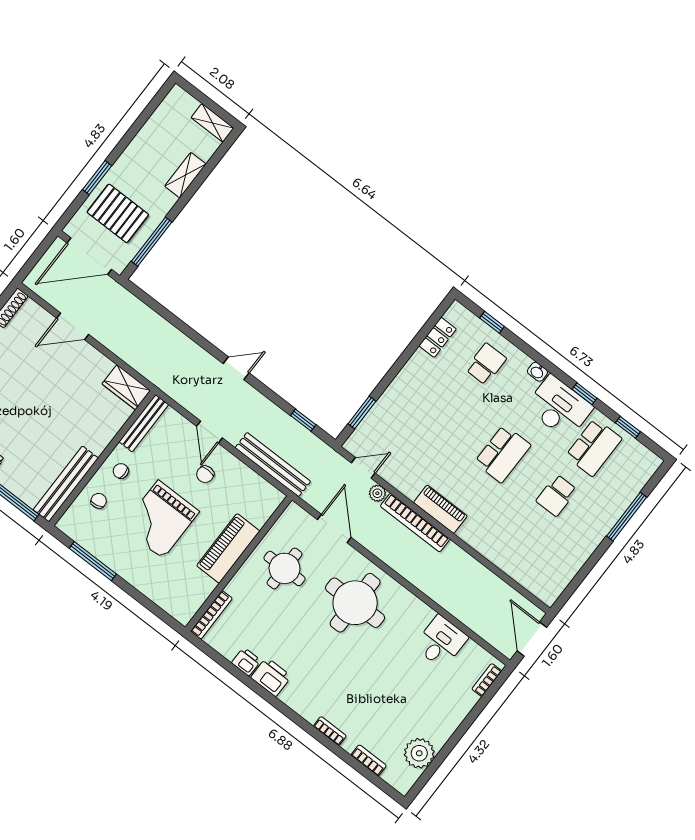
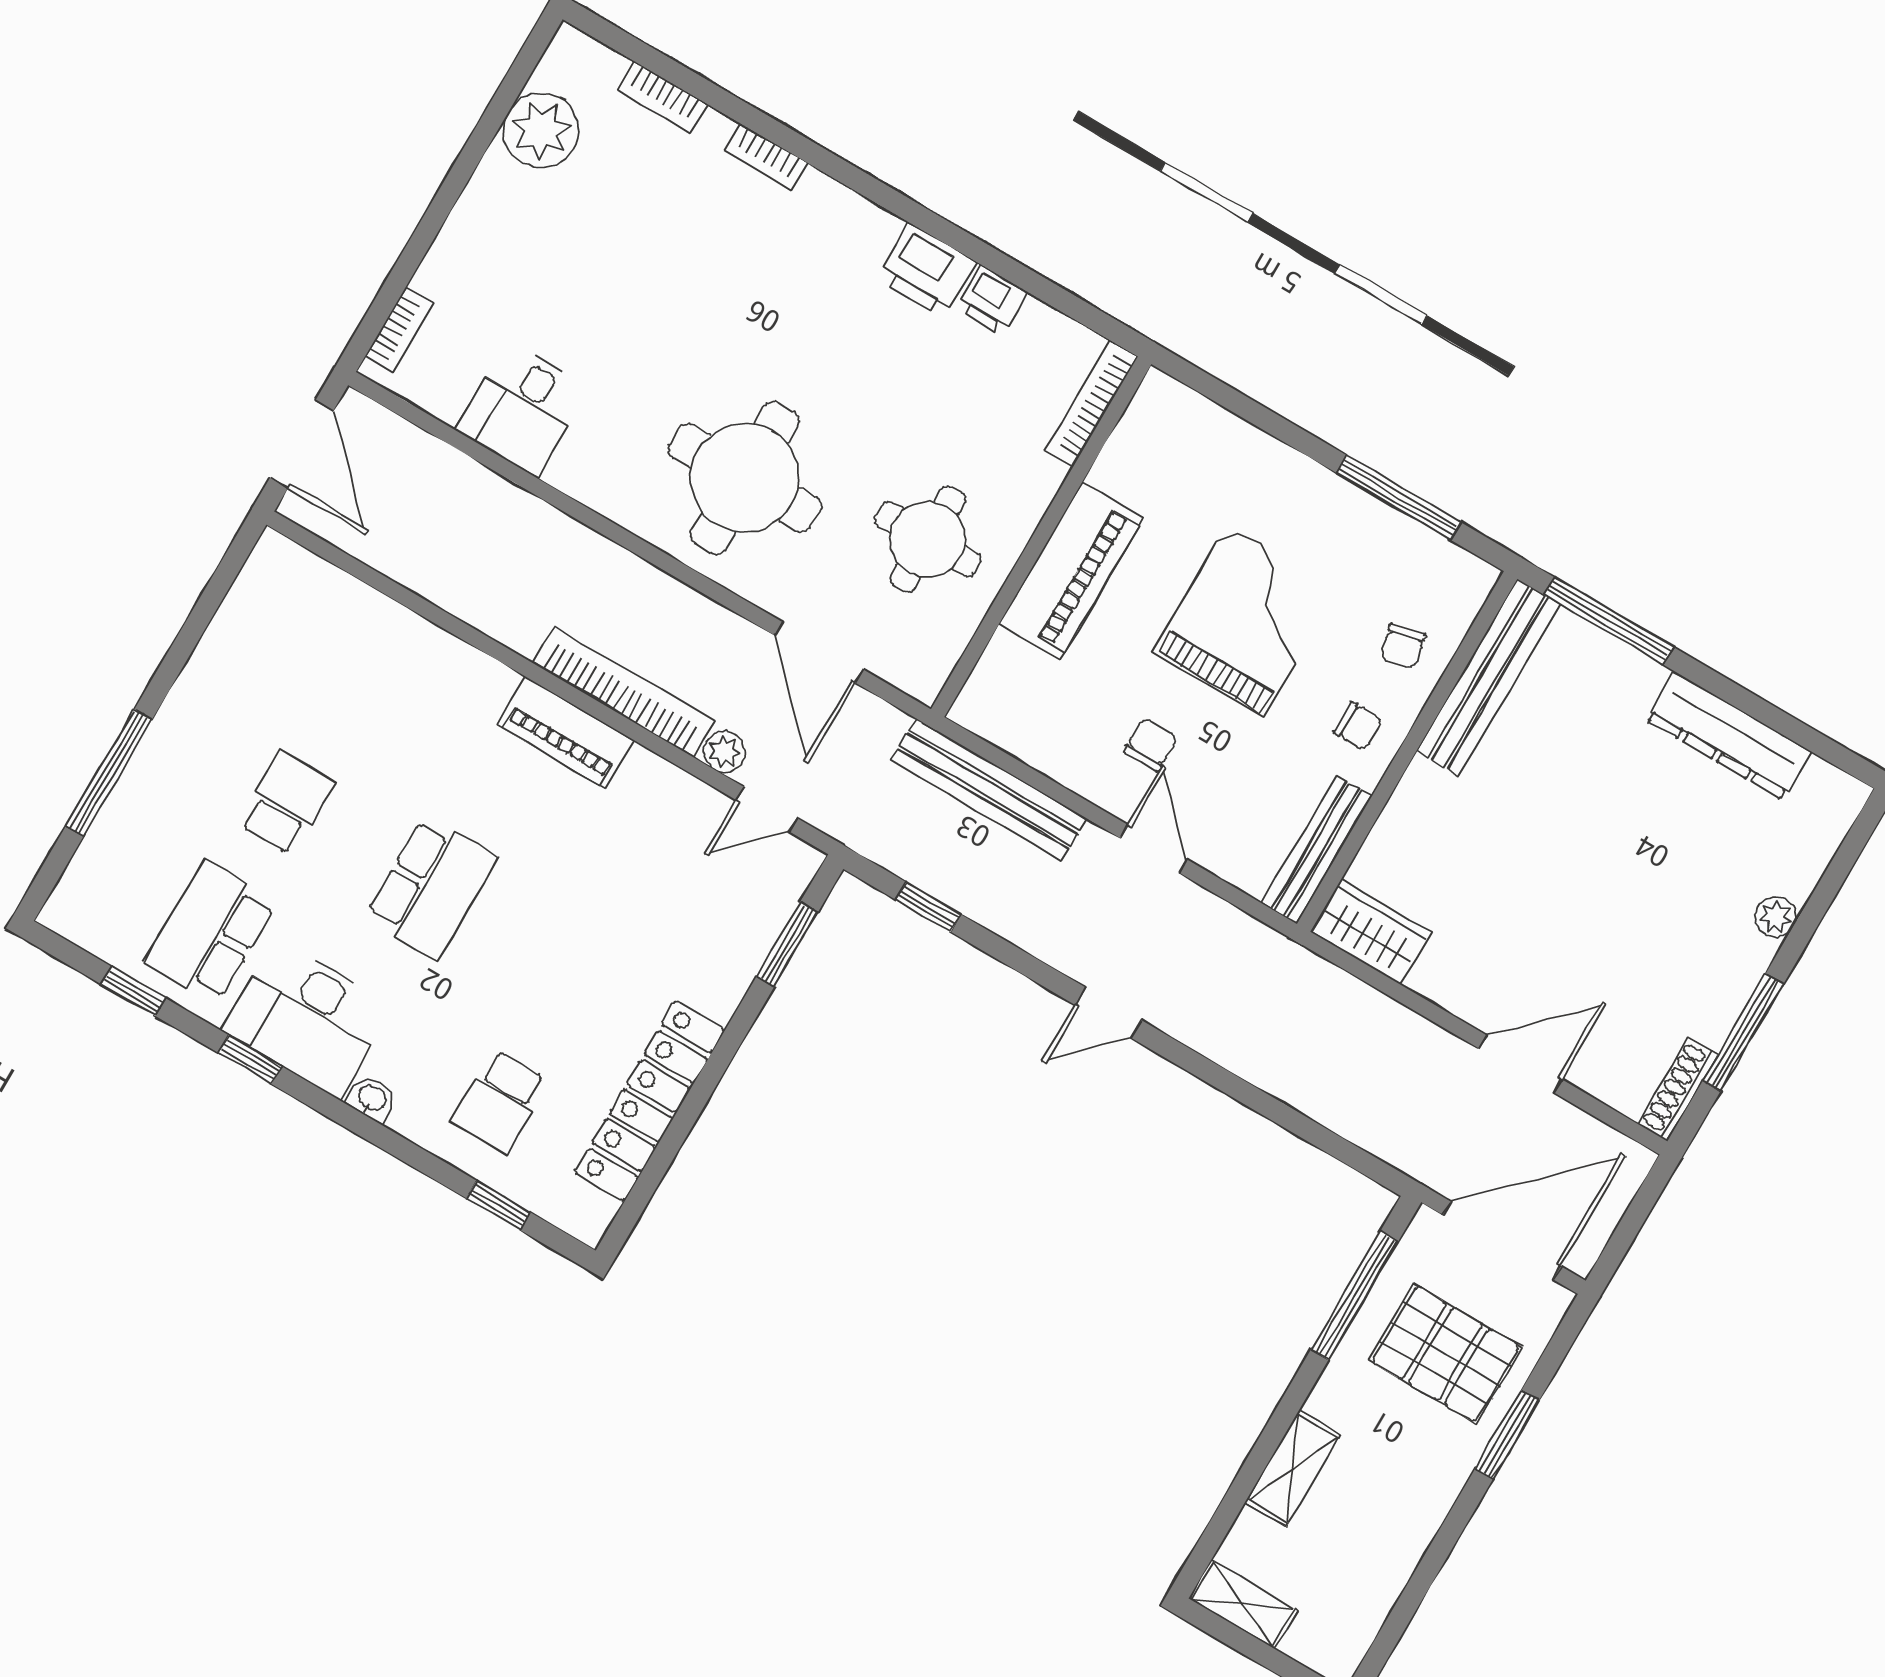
locker: (438, 337) -> (650, 1101), width x2.16, depth x1.21
school desk: (503, 454) -> (431, 888), turned 180

